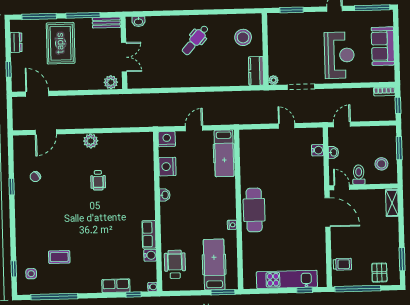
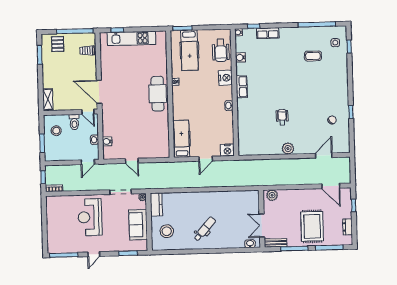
sofa: (383, 46) -> (138, 225), moved, turned 180
double door: (124, 57) -> (262, 226), moved
nightstand: (167, 167) -> (225, 78), moved
row of seats: (149, 234) -> (242, 87), moved

